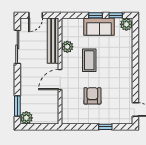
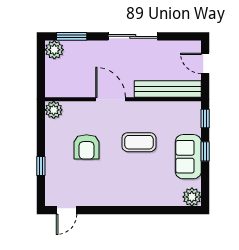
window: (116, 15) -> (205, 118), moved
sliding door: (17, 47) -> (133, 36), moved
plant: (67, 47) -> (54, 110), moved
armchair: (92, 96) -> (87, 147), turned 90

